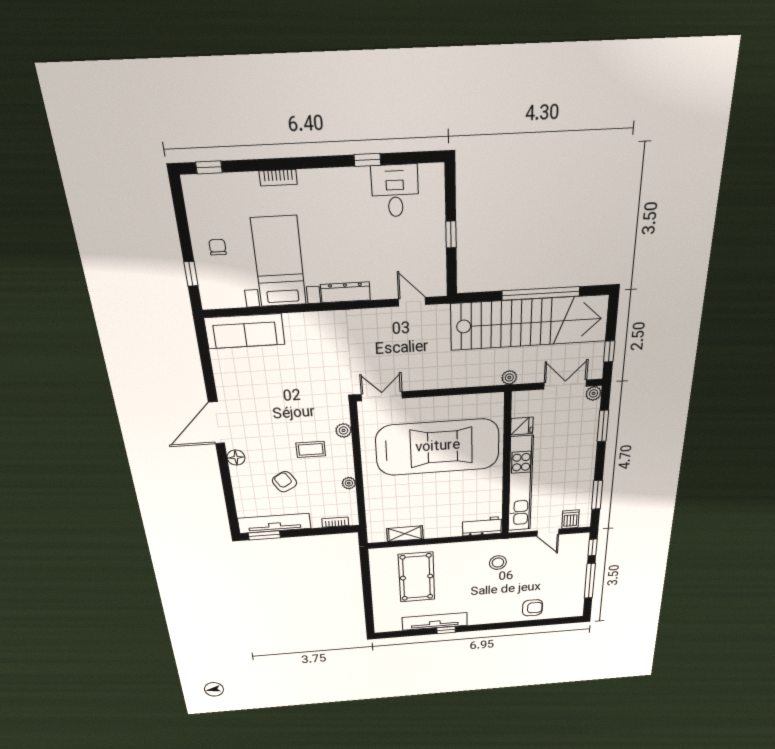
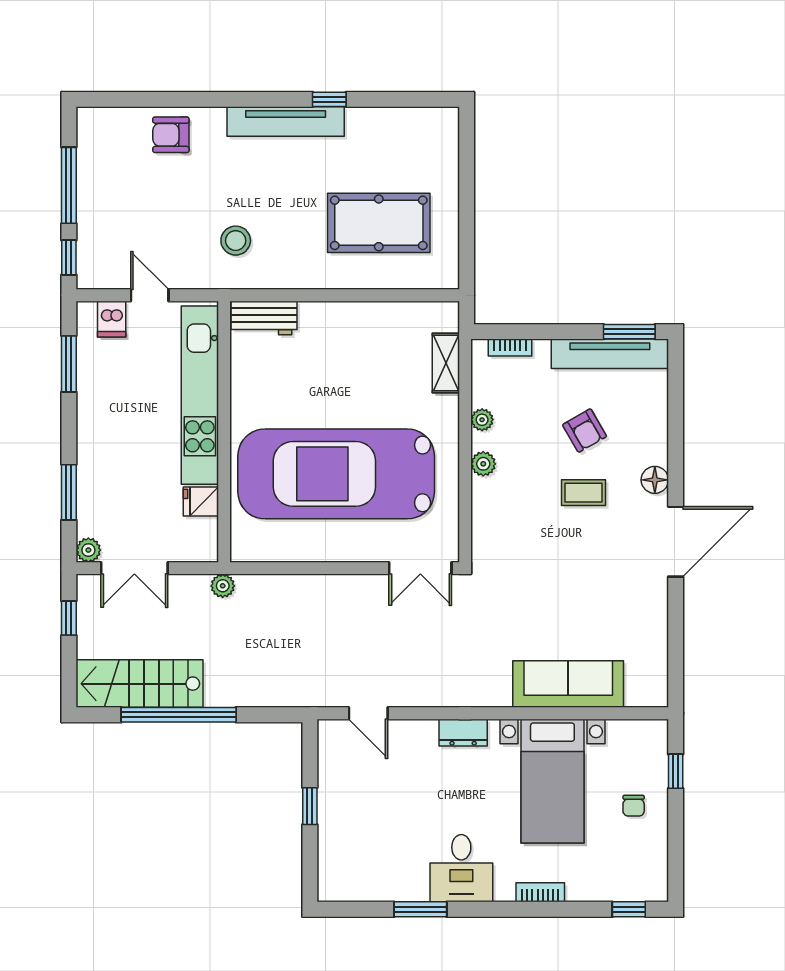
window: (367, 160) -> (420, 909), width x1.50
desk: (395, 191) -> (461, 868), moved
dresser: (345, 292) -> (463, 733), width x0.70
stairs: (530, 323) -> (140, 684), width x0.54, depth x0.66
sofa: (245, 331) -> (568, 684), moved
plant: (343, 430) -> (483, 464), moved
coffee table: (311, 449) -> (583, 493), moved
shelving: (405, 534) -> (446, 363), moved, turned 90
pool table: (417, 577) -> (379, 223), turned 90
tv unit: (435, 621) -> (286, 122), moved

